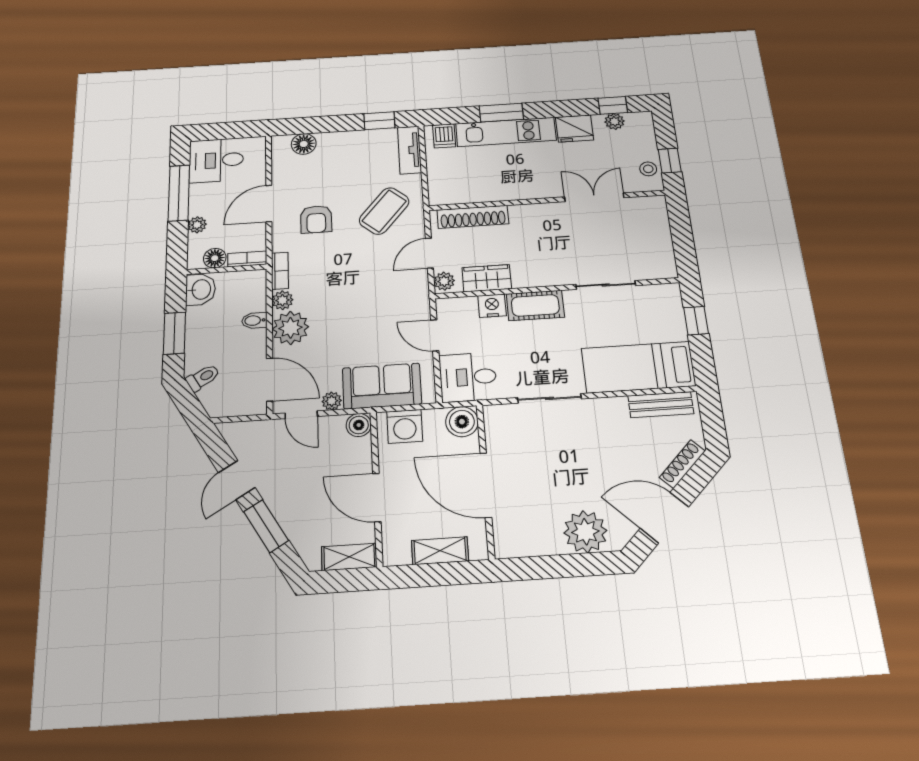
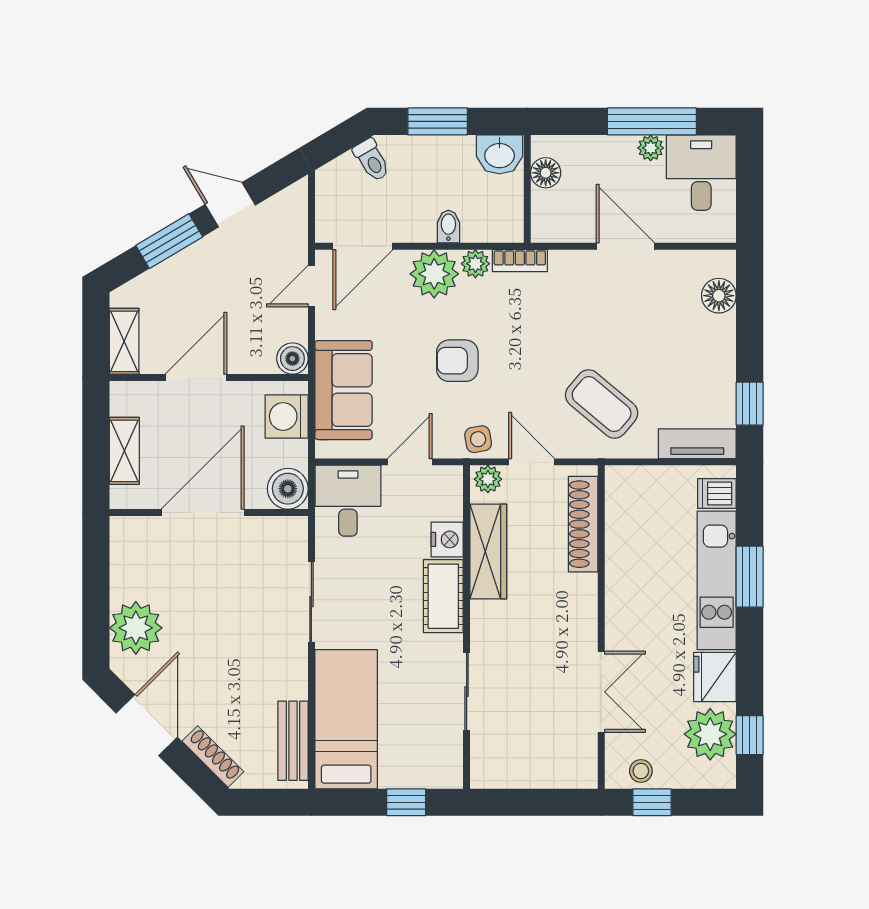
plant: (615, 121) -> (710, 734), width x1.87, depth x1.87
armchair: (316, 219) -> (457, 361), moved
plant: (197, 225) -> (651, 148), moved
bookcase: (247, 259) -> (541, 217), removed
wardrobe: (487, 278) -> (488, 551), width x1.50
side table: (415, 290) -> (478, 439), added
plant: (332, 401) -> (327, 325), removed

